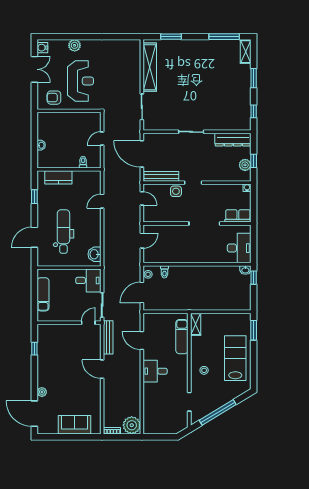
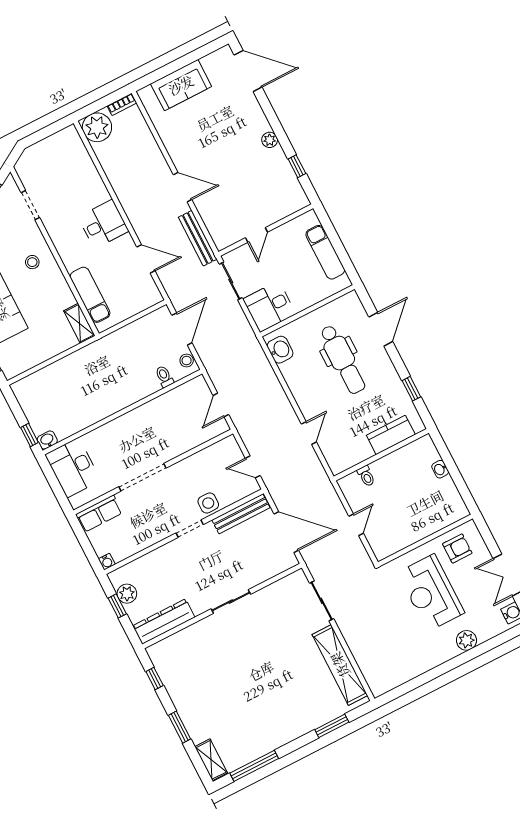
door: (88, 323) -> (256, 235), moved
plant: (42, 392) -> (270, 140), moved

